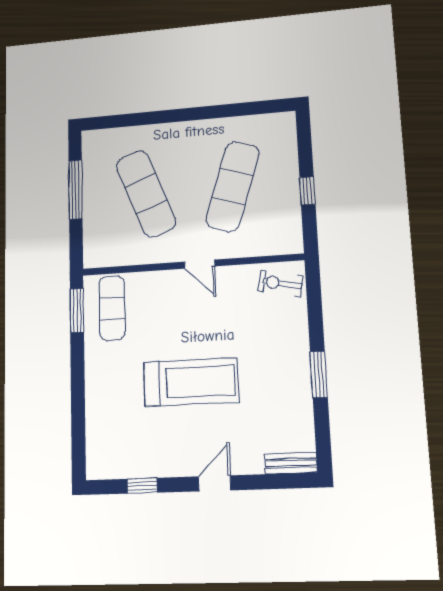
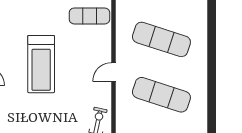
exercise mat: (146, 194) -> (161, 39), turned 39

